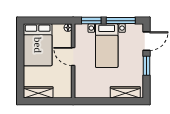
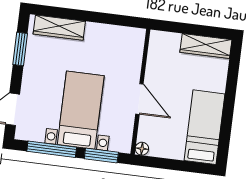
bed: (38, 45) -> (205, 127), width x0.67
window: (147, 66) -> (20, 49), moved

